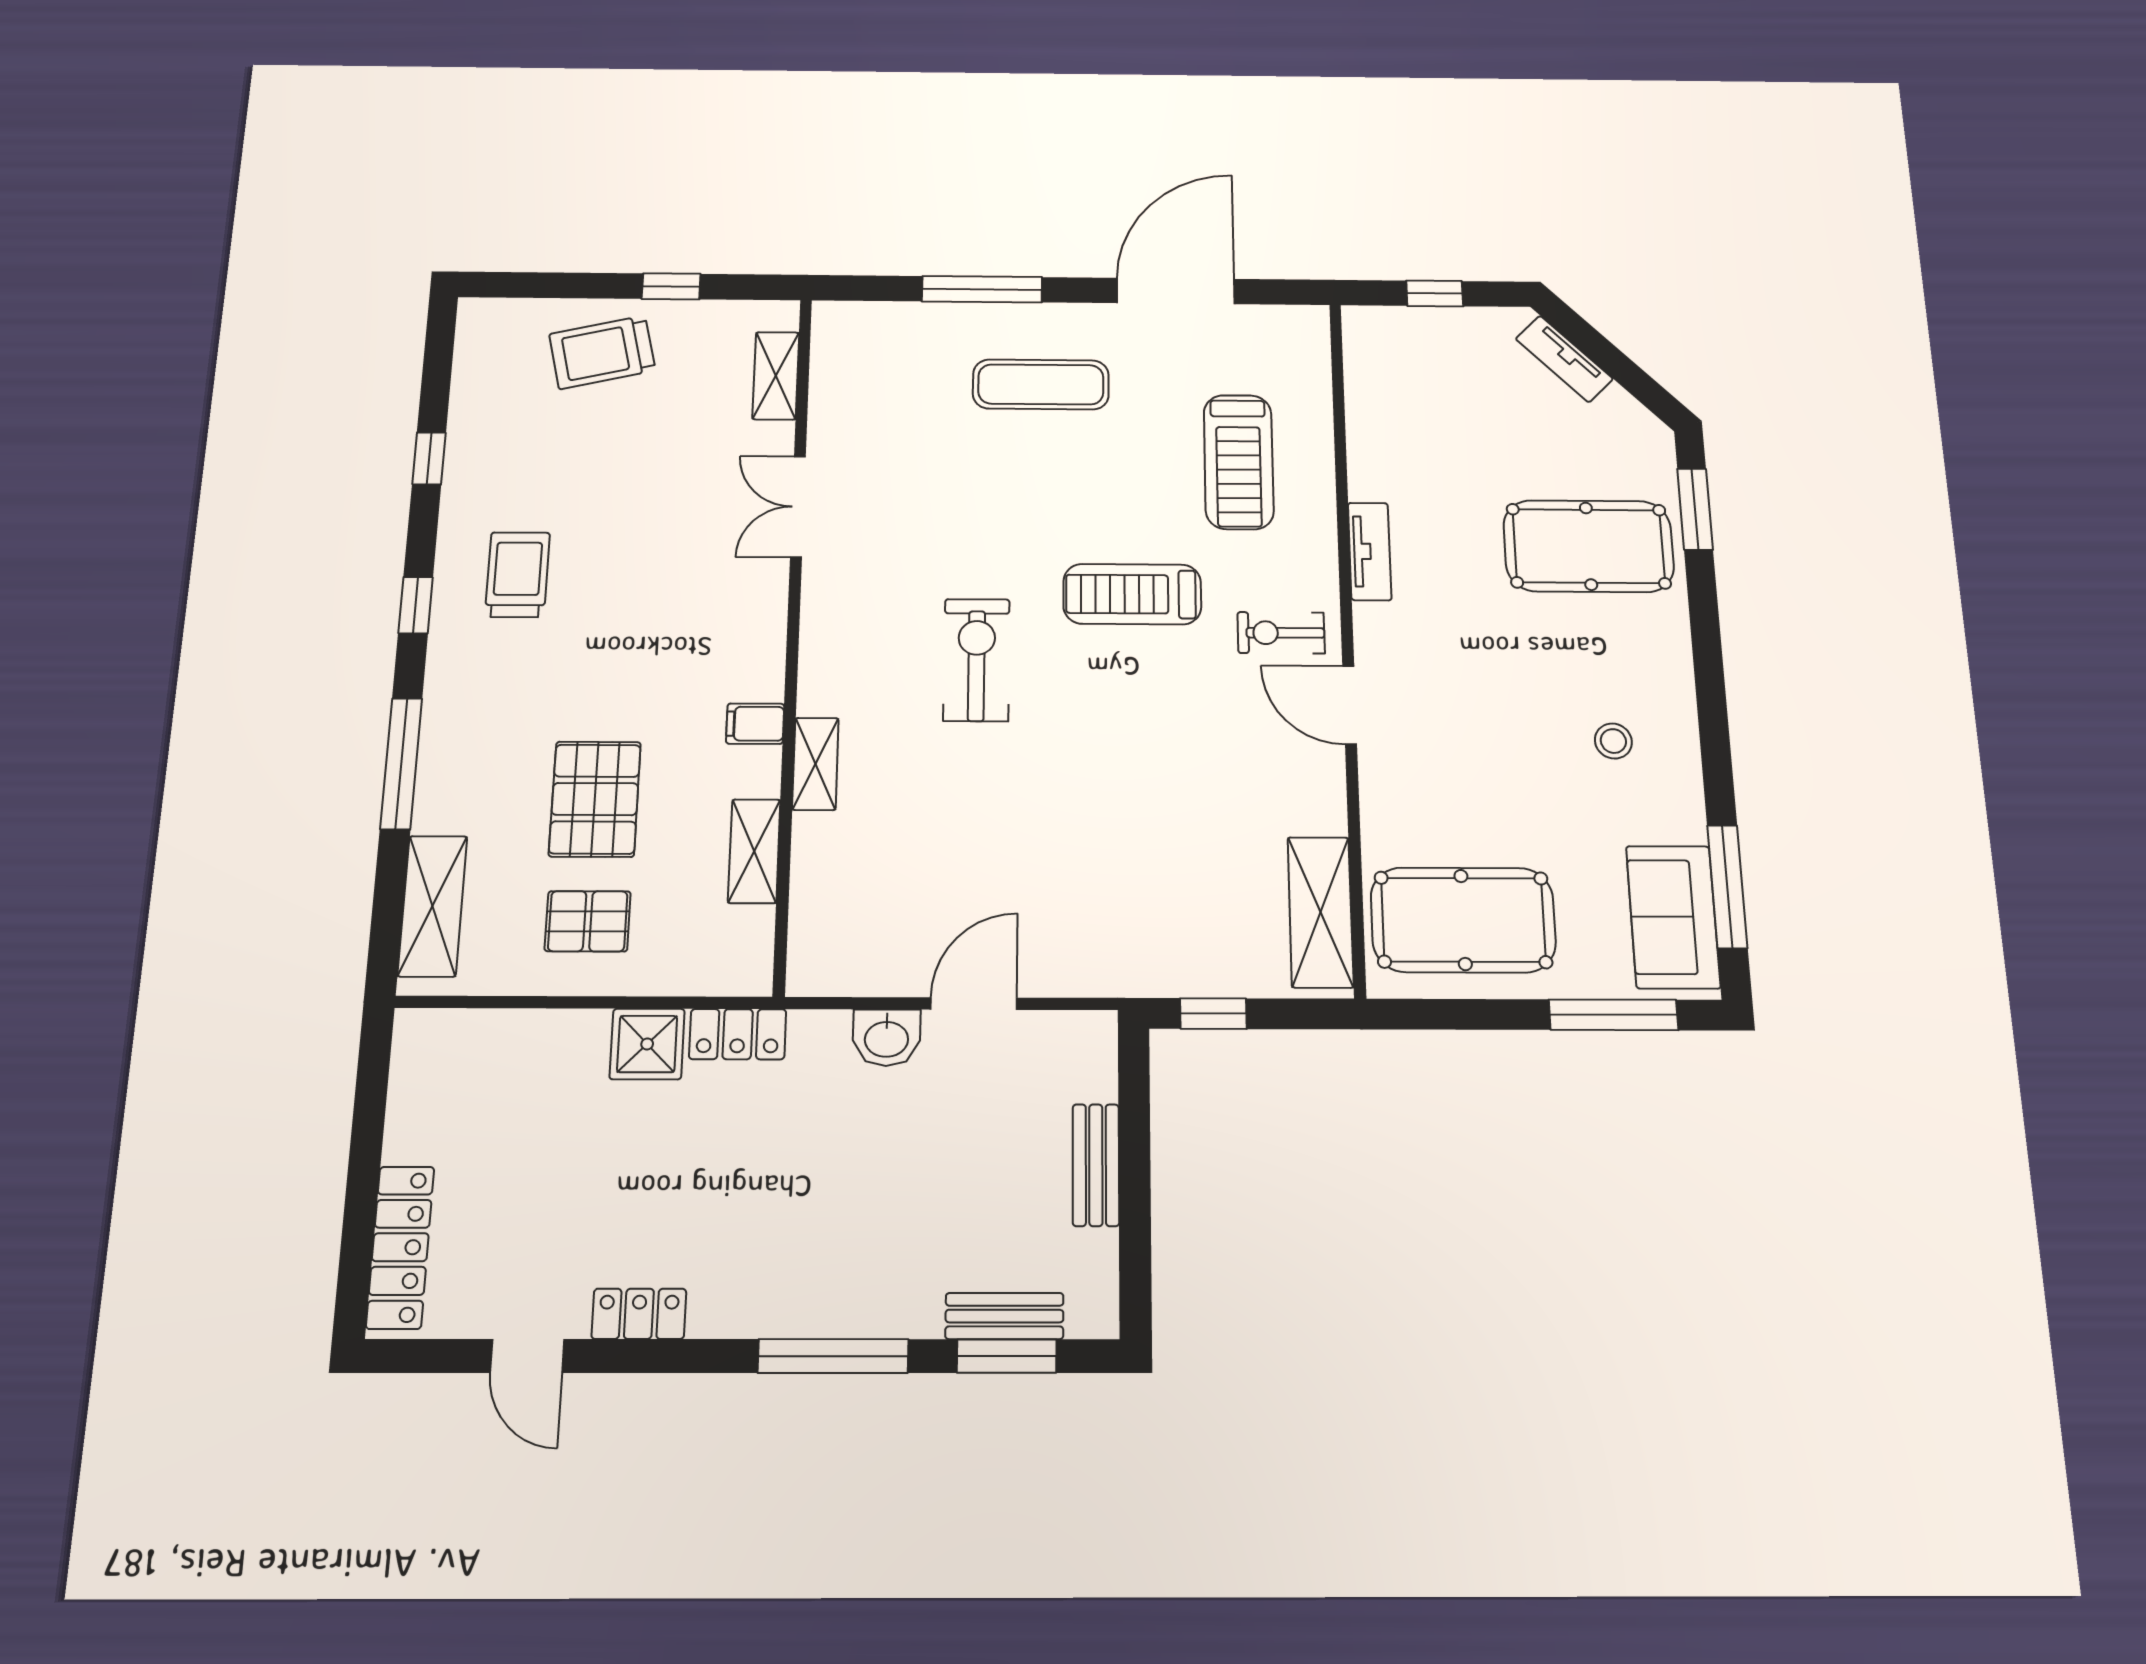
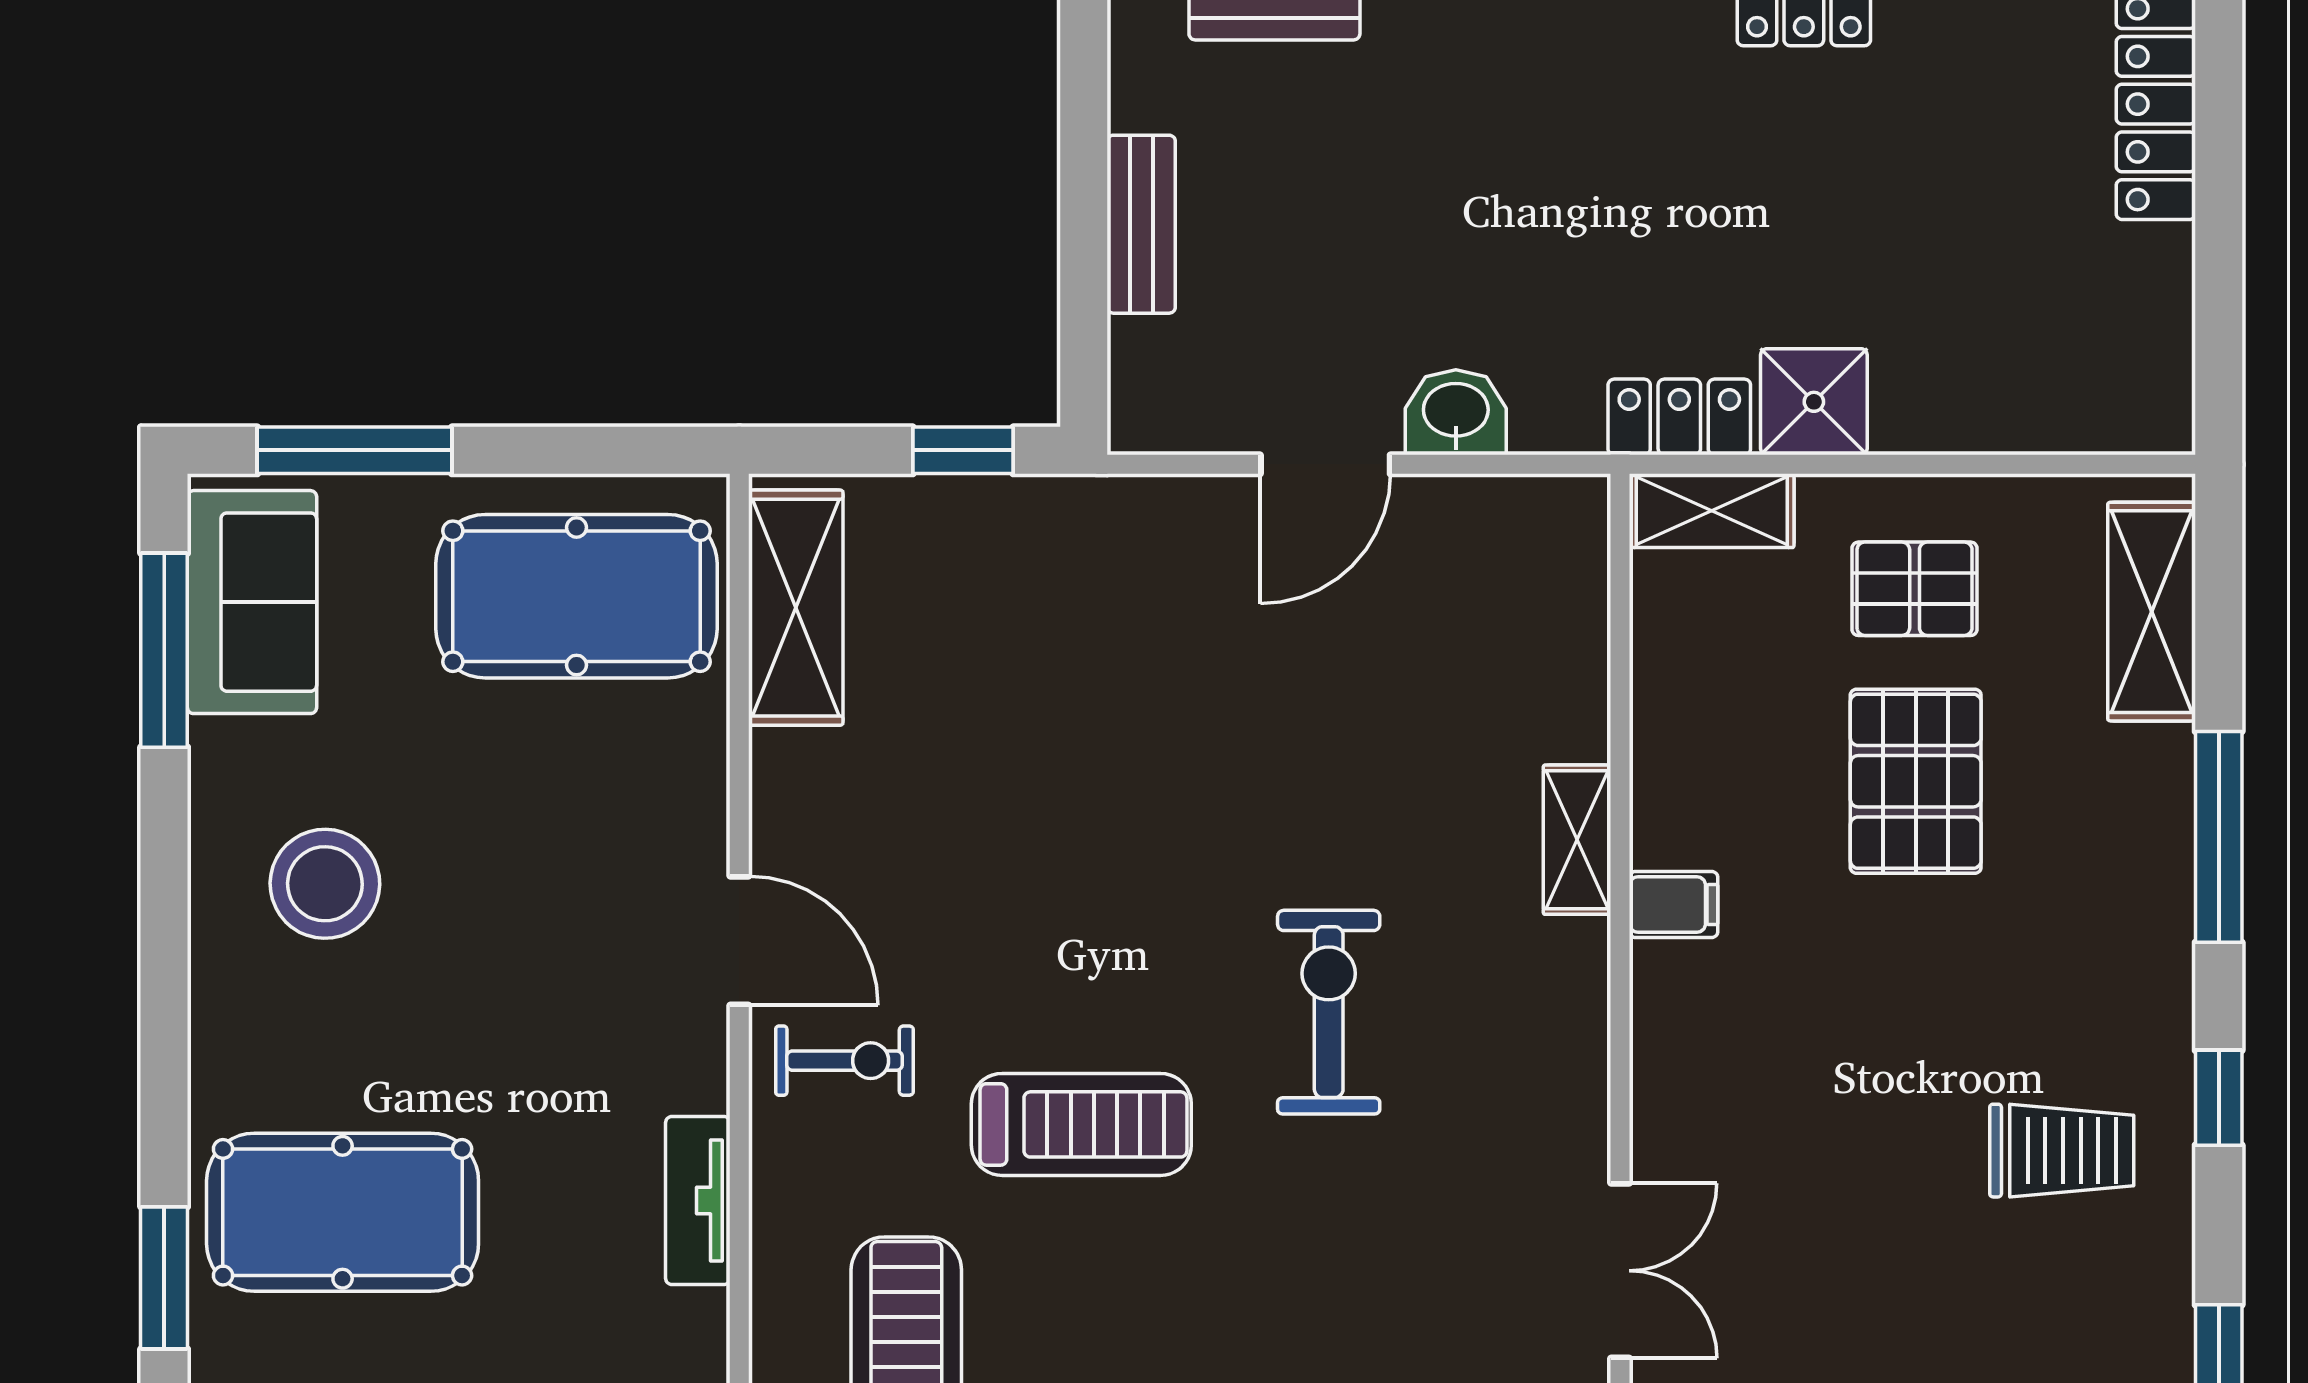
trolley: (517, 575) -> (2062, 1151), turned -90
exercise bike: (977, 660) -> (1329, 1012), turned 180
stool: (1613, 741) -> (325, 884), width x1.89, depth x1.89
shelving: (754, 851) -> (1712, 511), moved, turned 90

